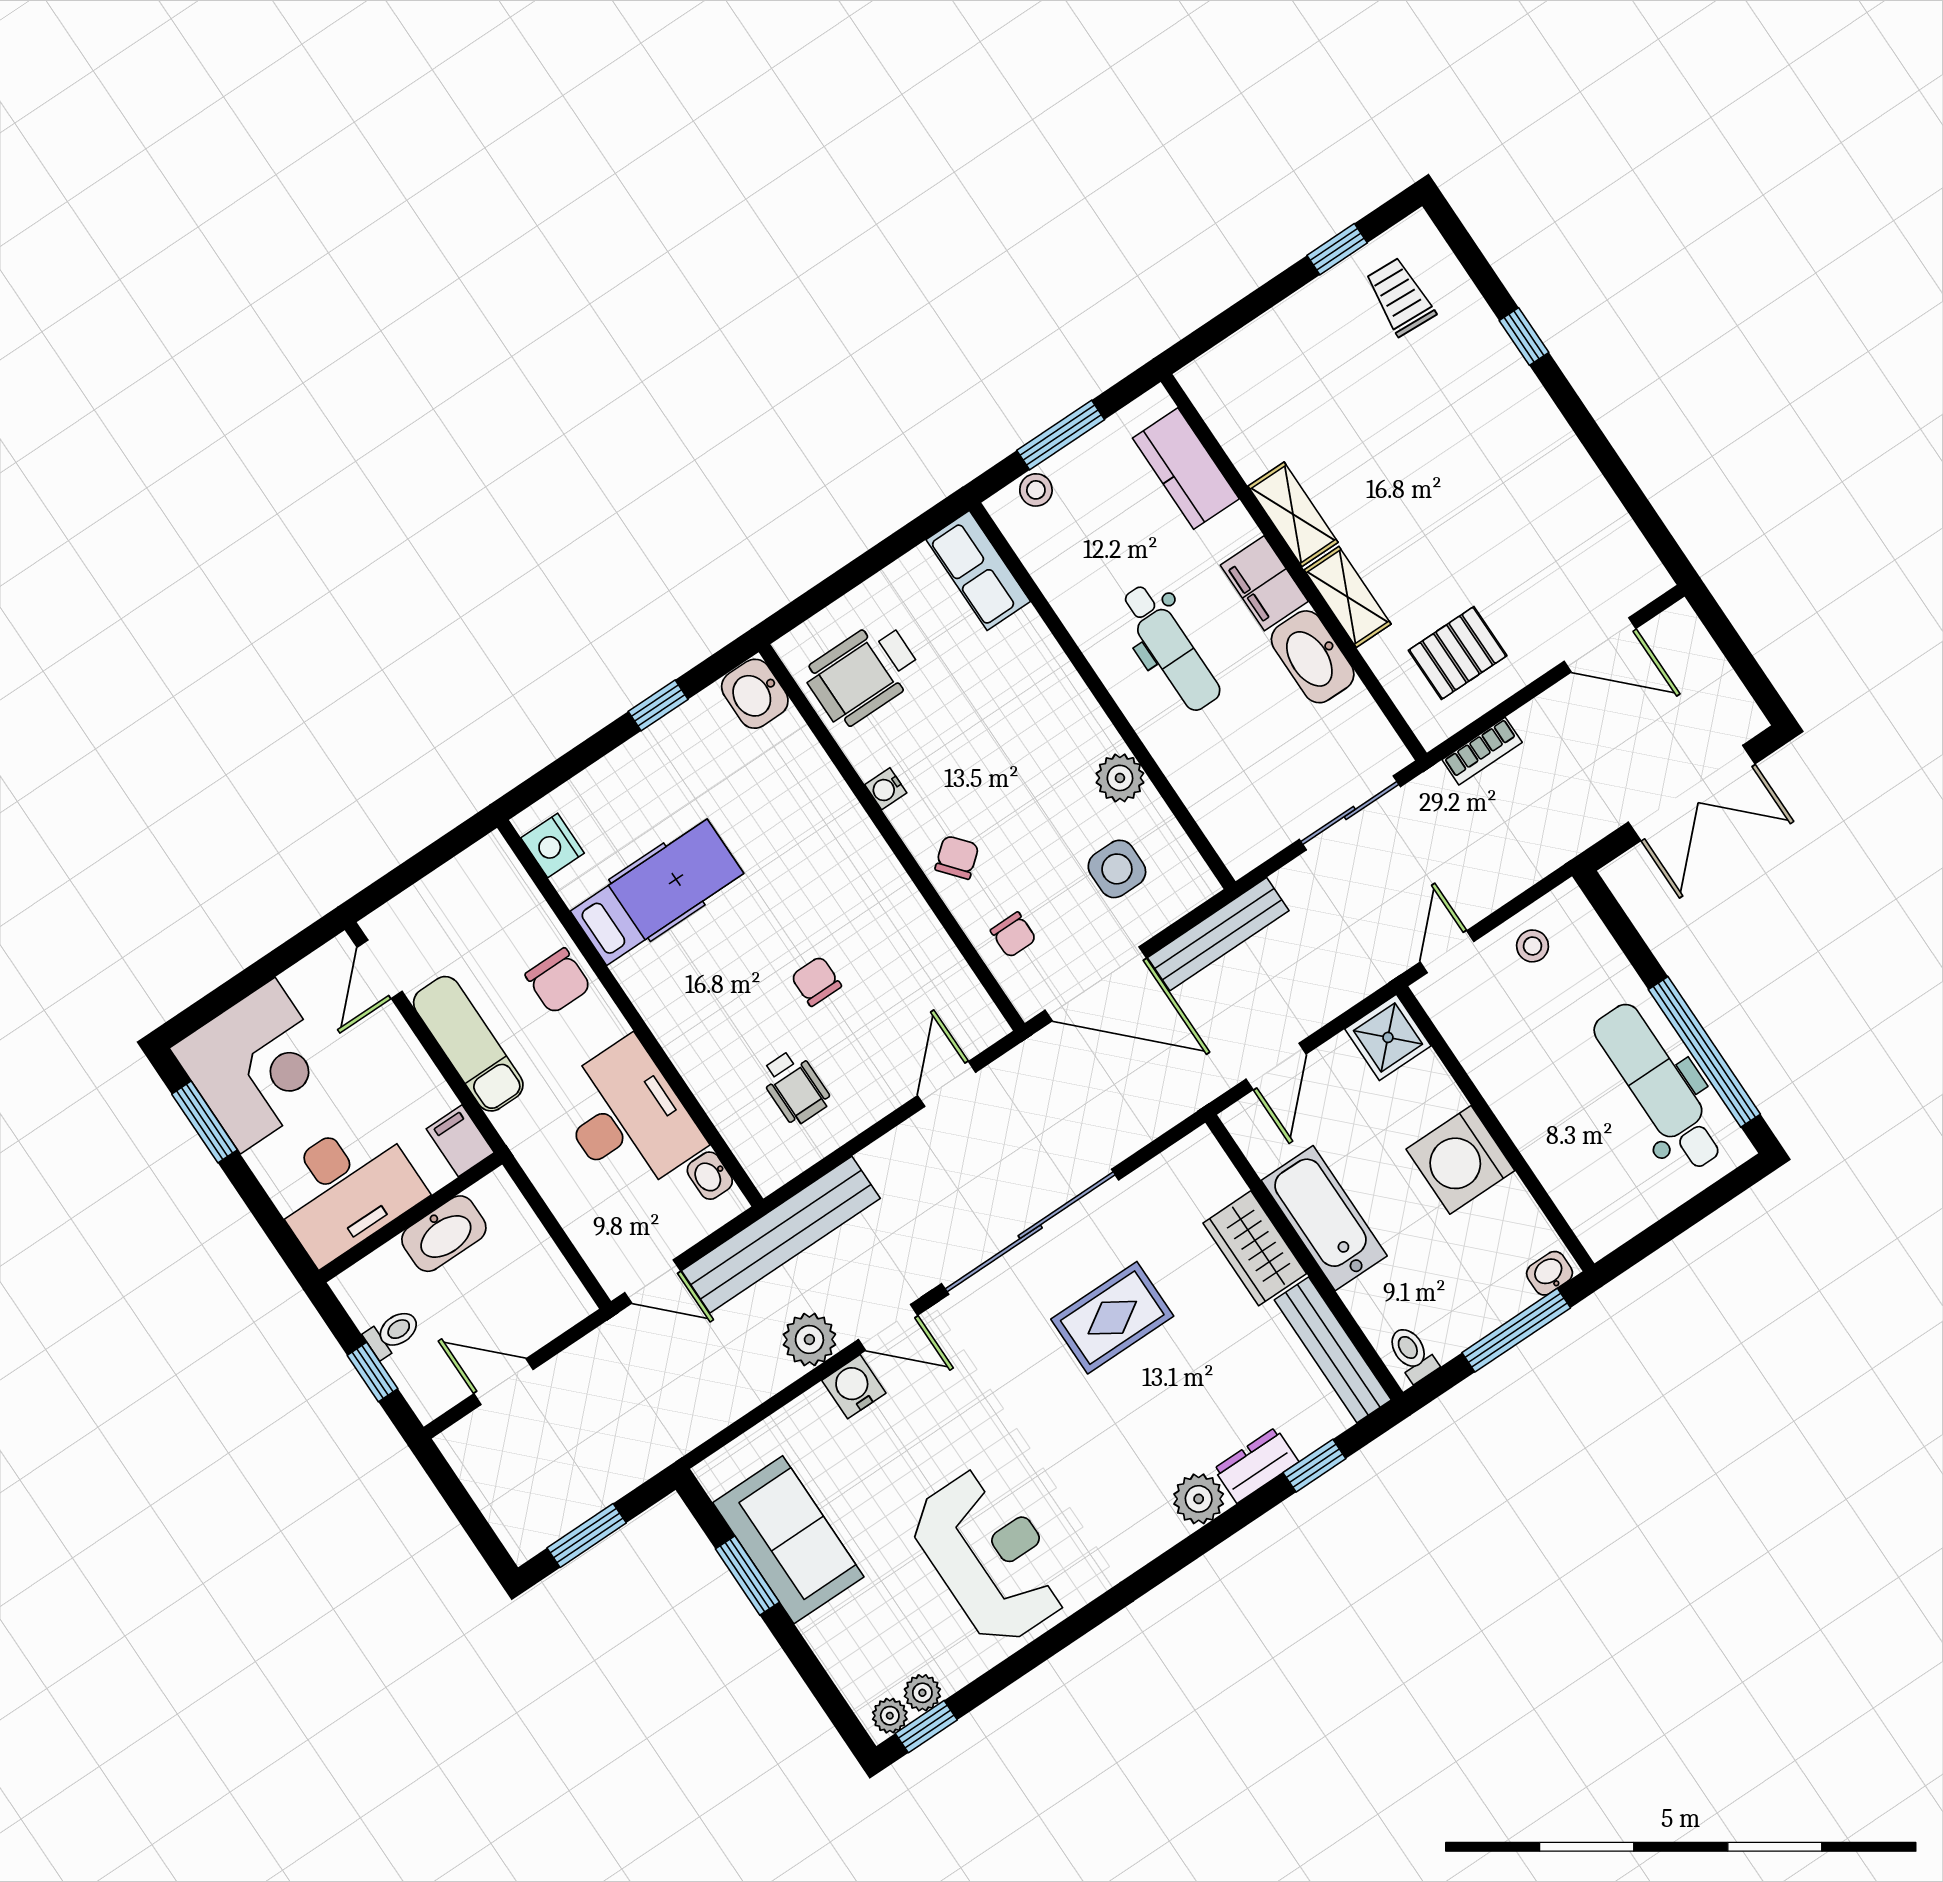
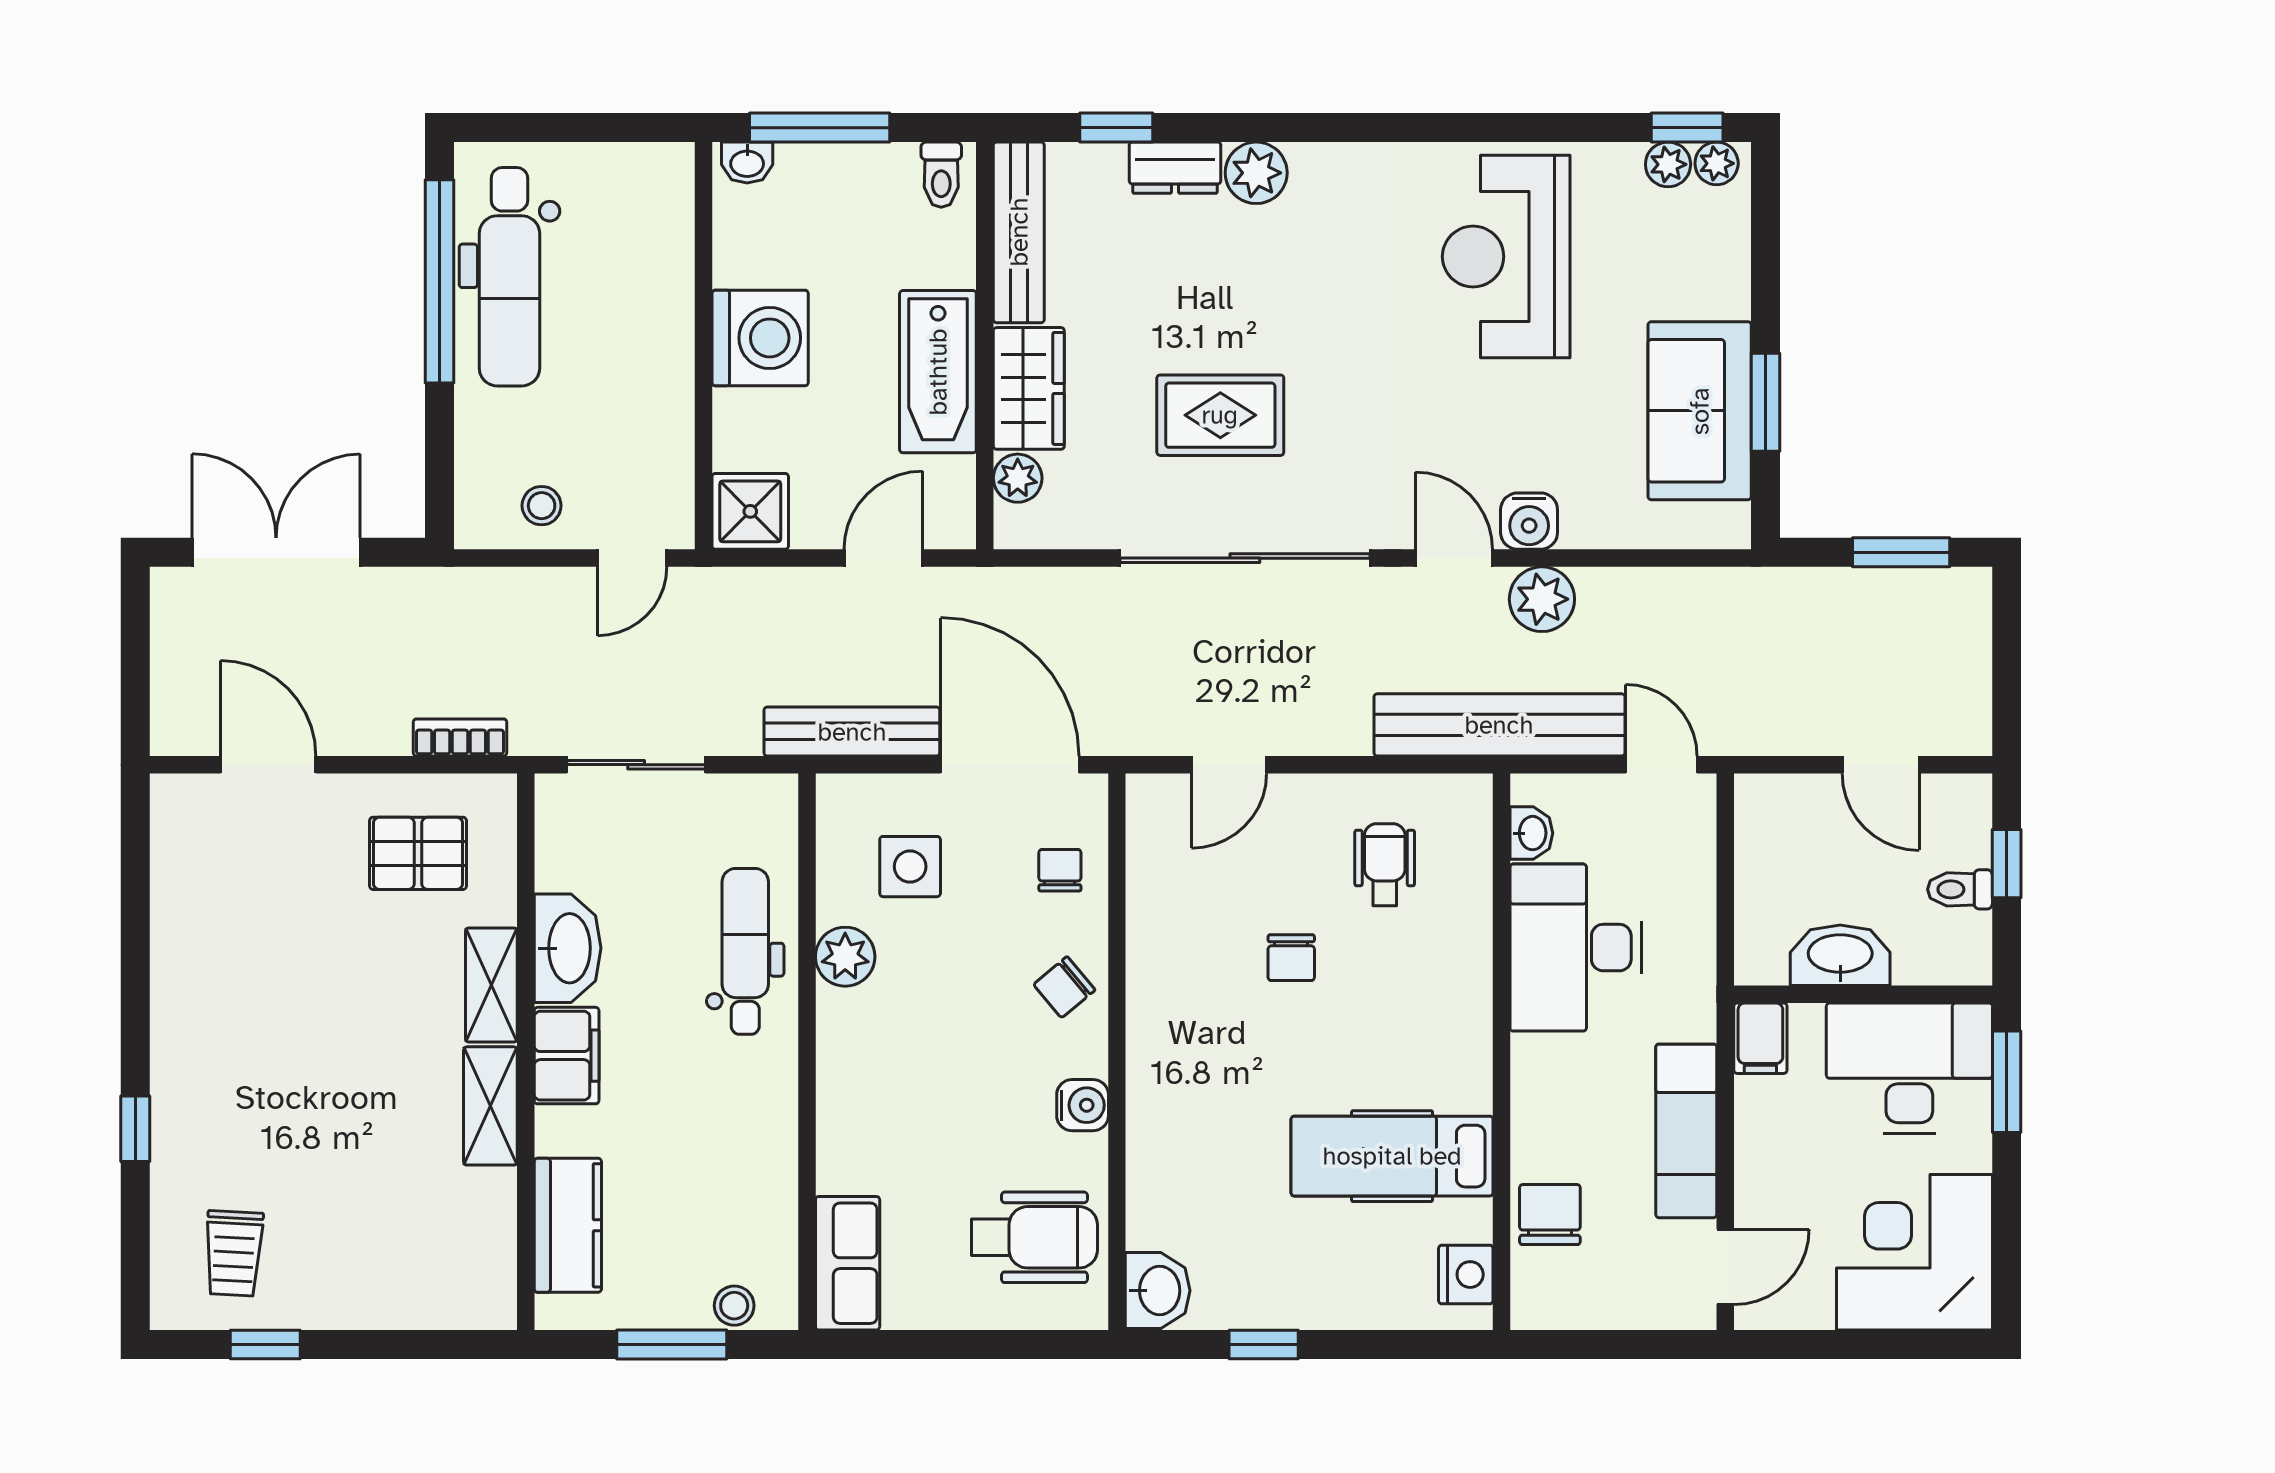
dental chair: (1170, 647) -> (745, 951), moved
water cooler: (886, 789) -> (1083, 1105), width x1.38, depth x1.38
chair: (558, 981) -> (1550, 1215), moved
window: (205, 1122) -> (2007, 1082), moved
plant: (1221, 1182) -> (1018, 478), added

